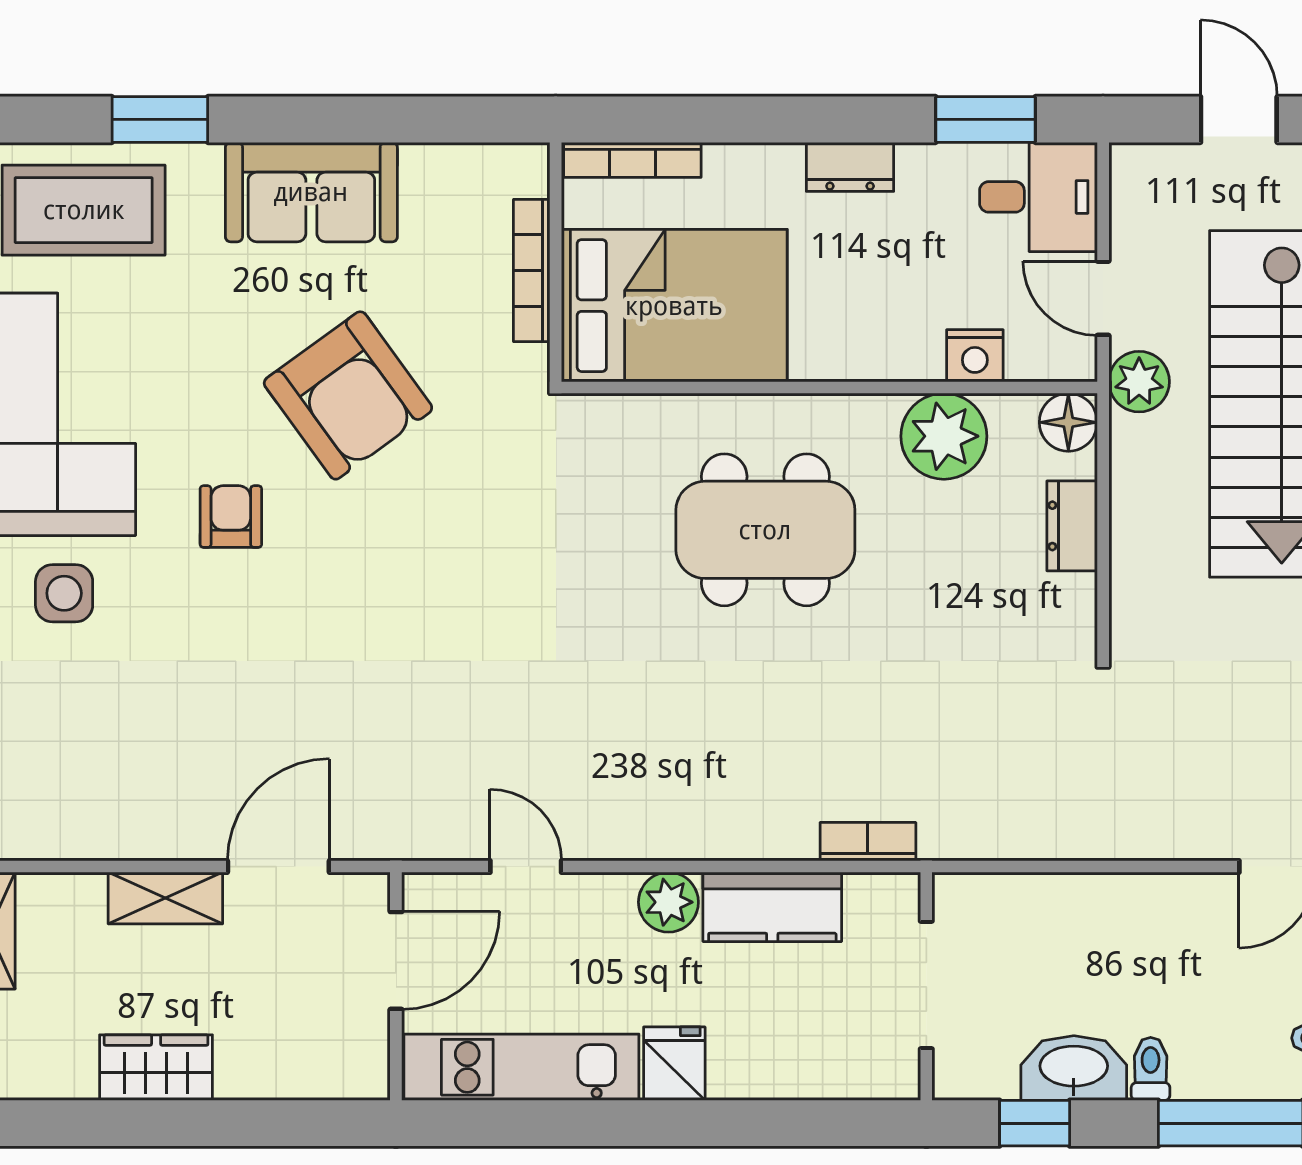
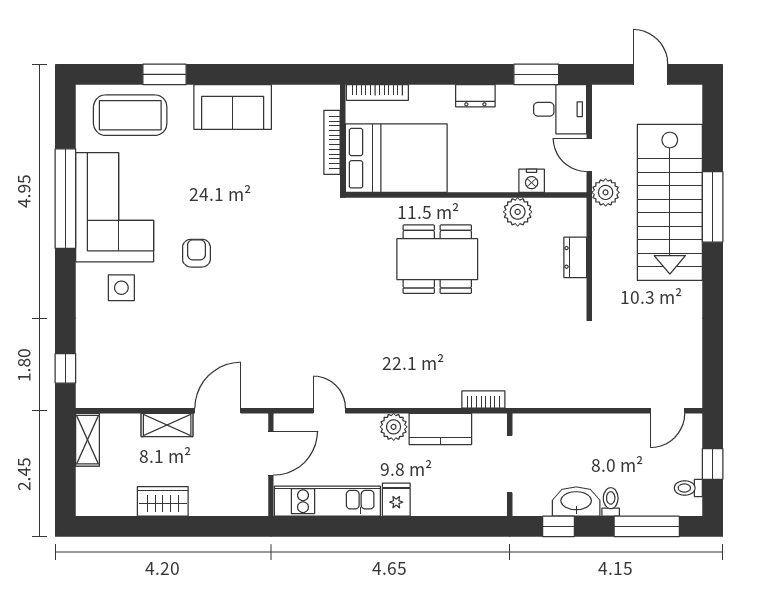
armchair: (348, 395) -> (249, 199), removed
floor lamp: (1068, 422) -> (574, 211), removed
plant: (944, 436) -> (518, 212), width x0.73, depth x0.73

